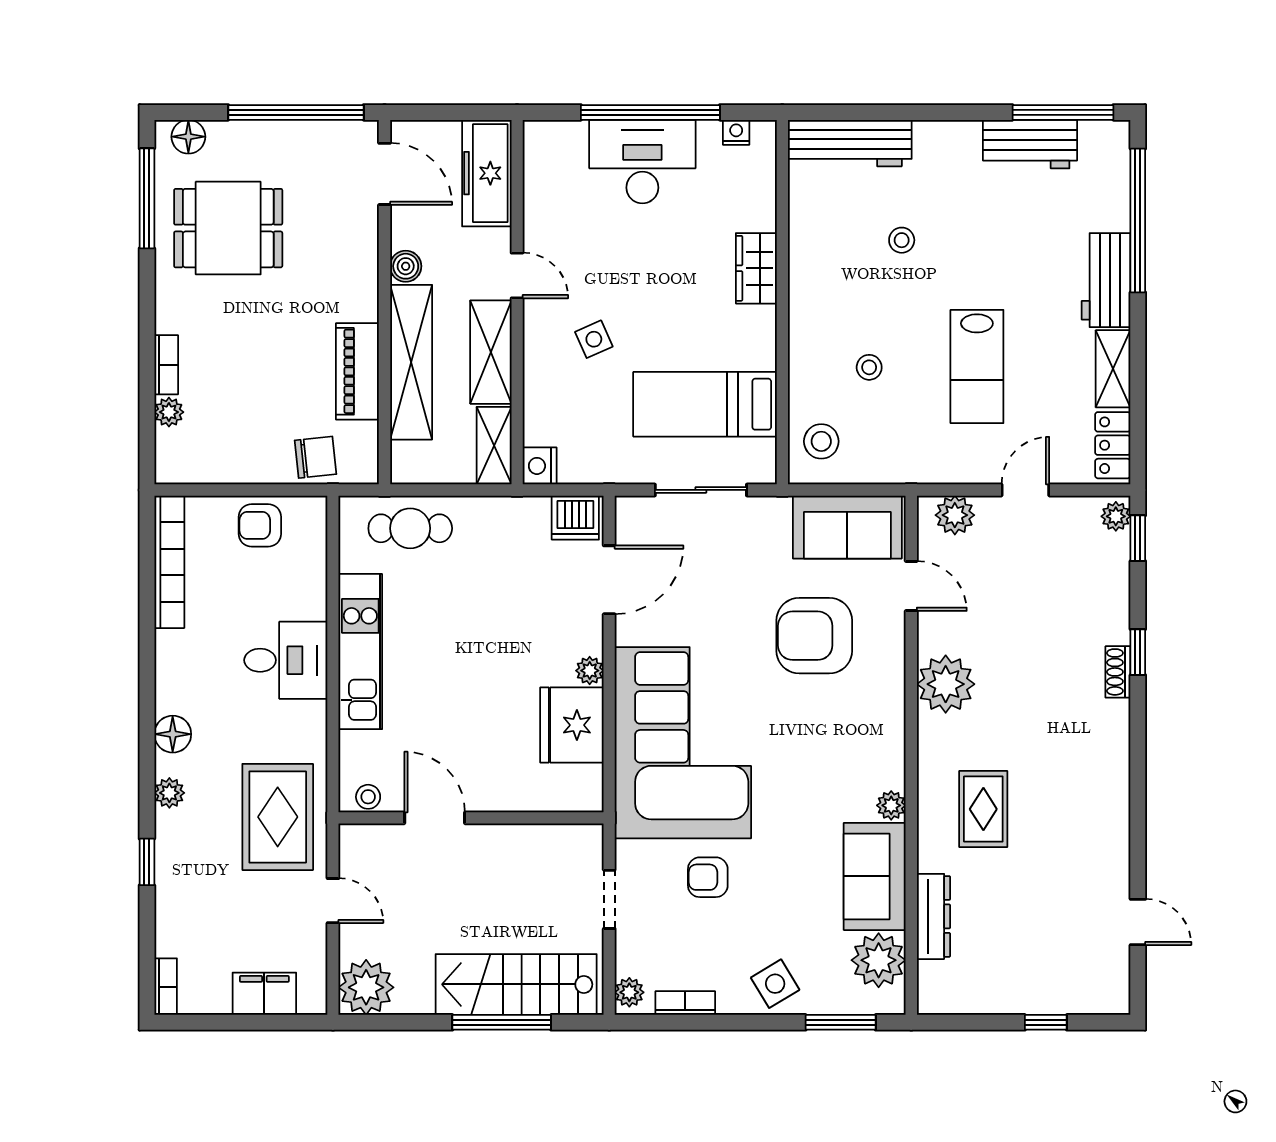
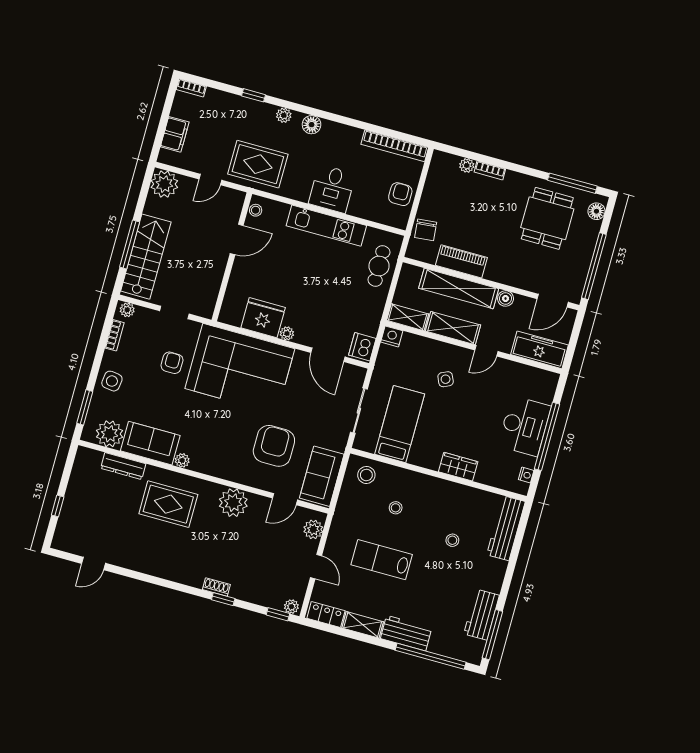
rug: (983, 809) -> (168, 504), width x1.36, depth x1.43
side table: (775, 984) -> (112, 381), turned 38

